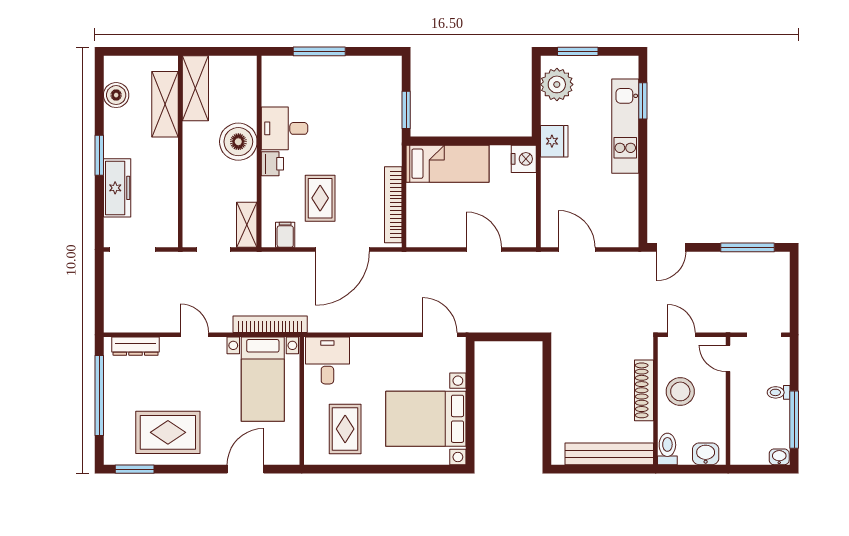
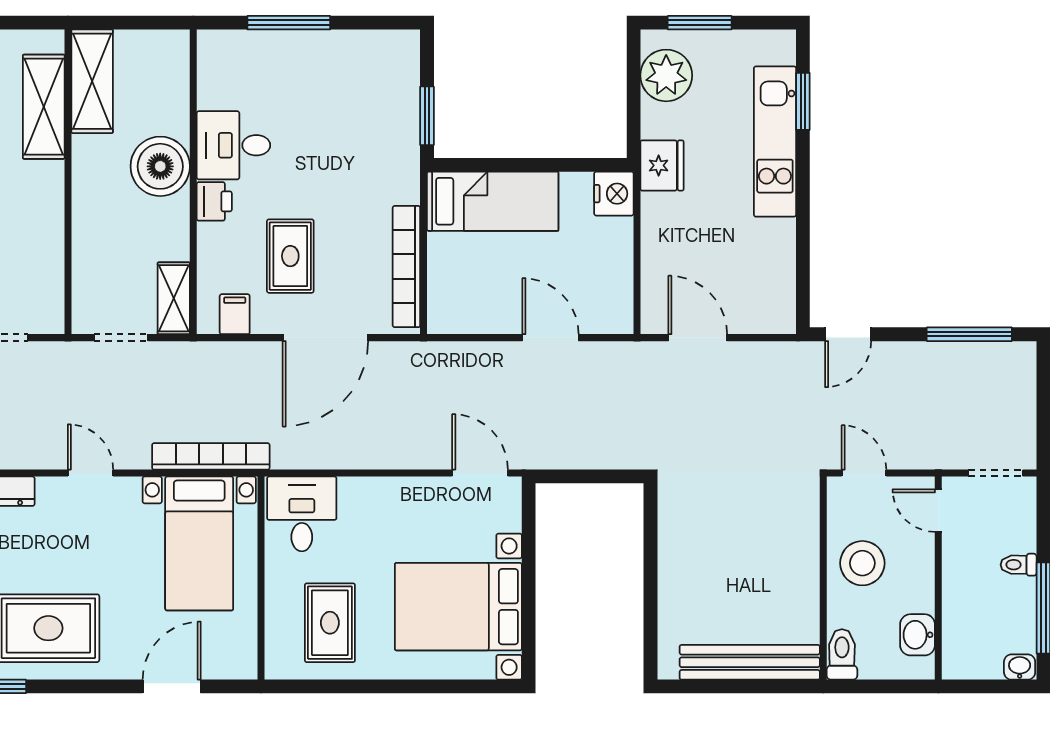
shoe rack: (644, 390) -> (805, 561), removed
washbasin: (706, 454) -> (918, 635), moved, turned -90

